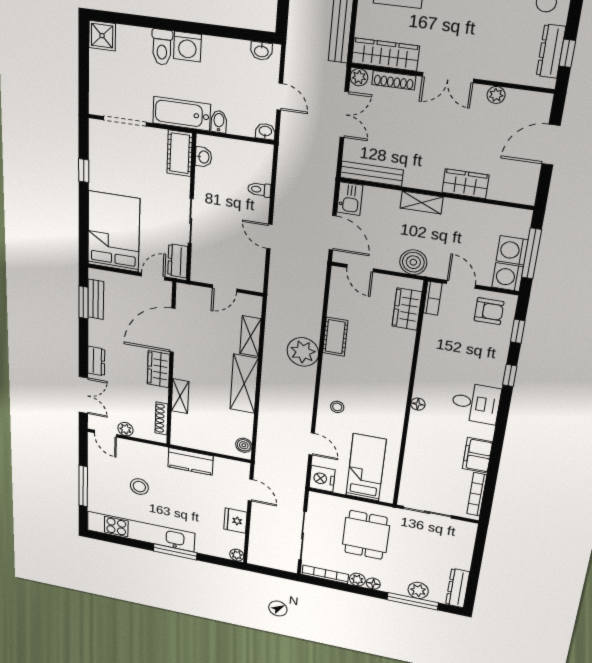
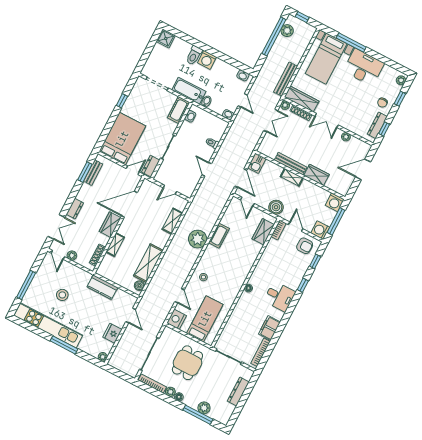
bench: (372, 174) -> (291, 164), moved
washing machine: (512, 250) -> (335, 202), moved, turned -90
shelving: (244, 384) -> (148, 263), moved
dresser: (458, 588) -> (238, 392), moved

